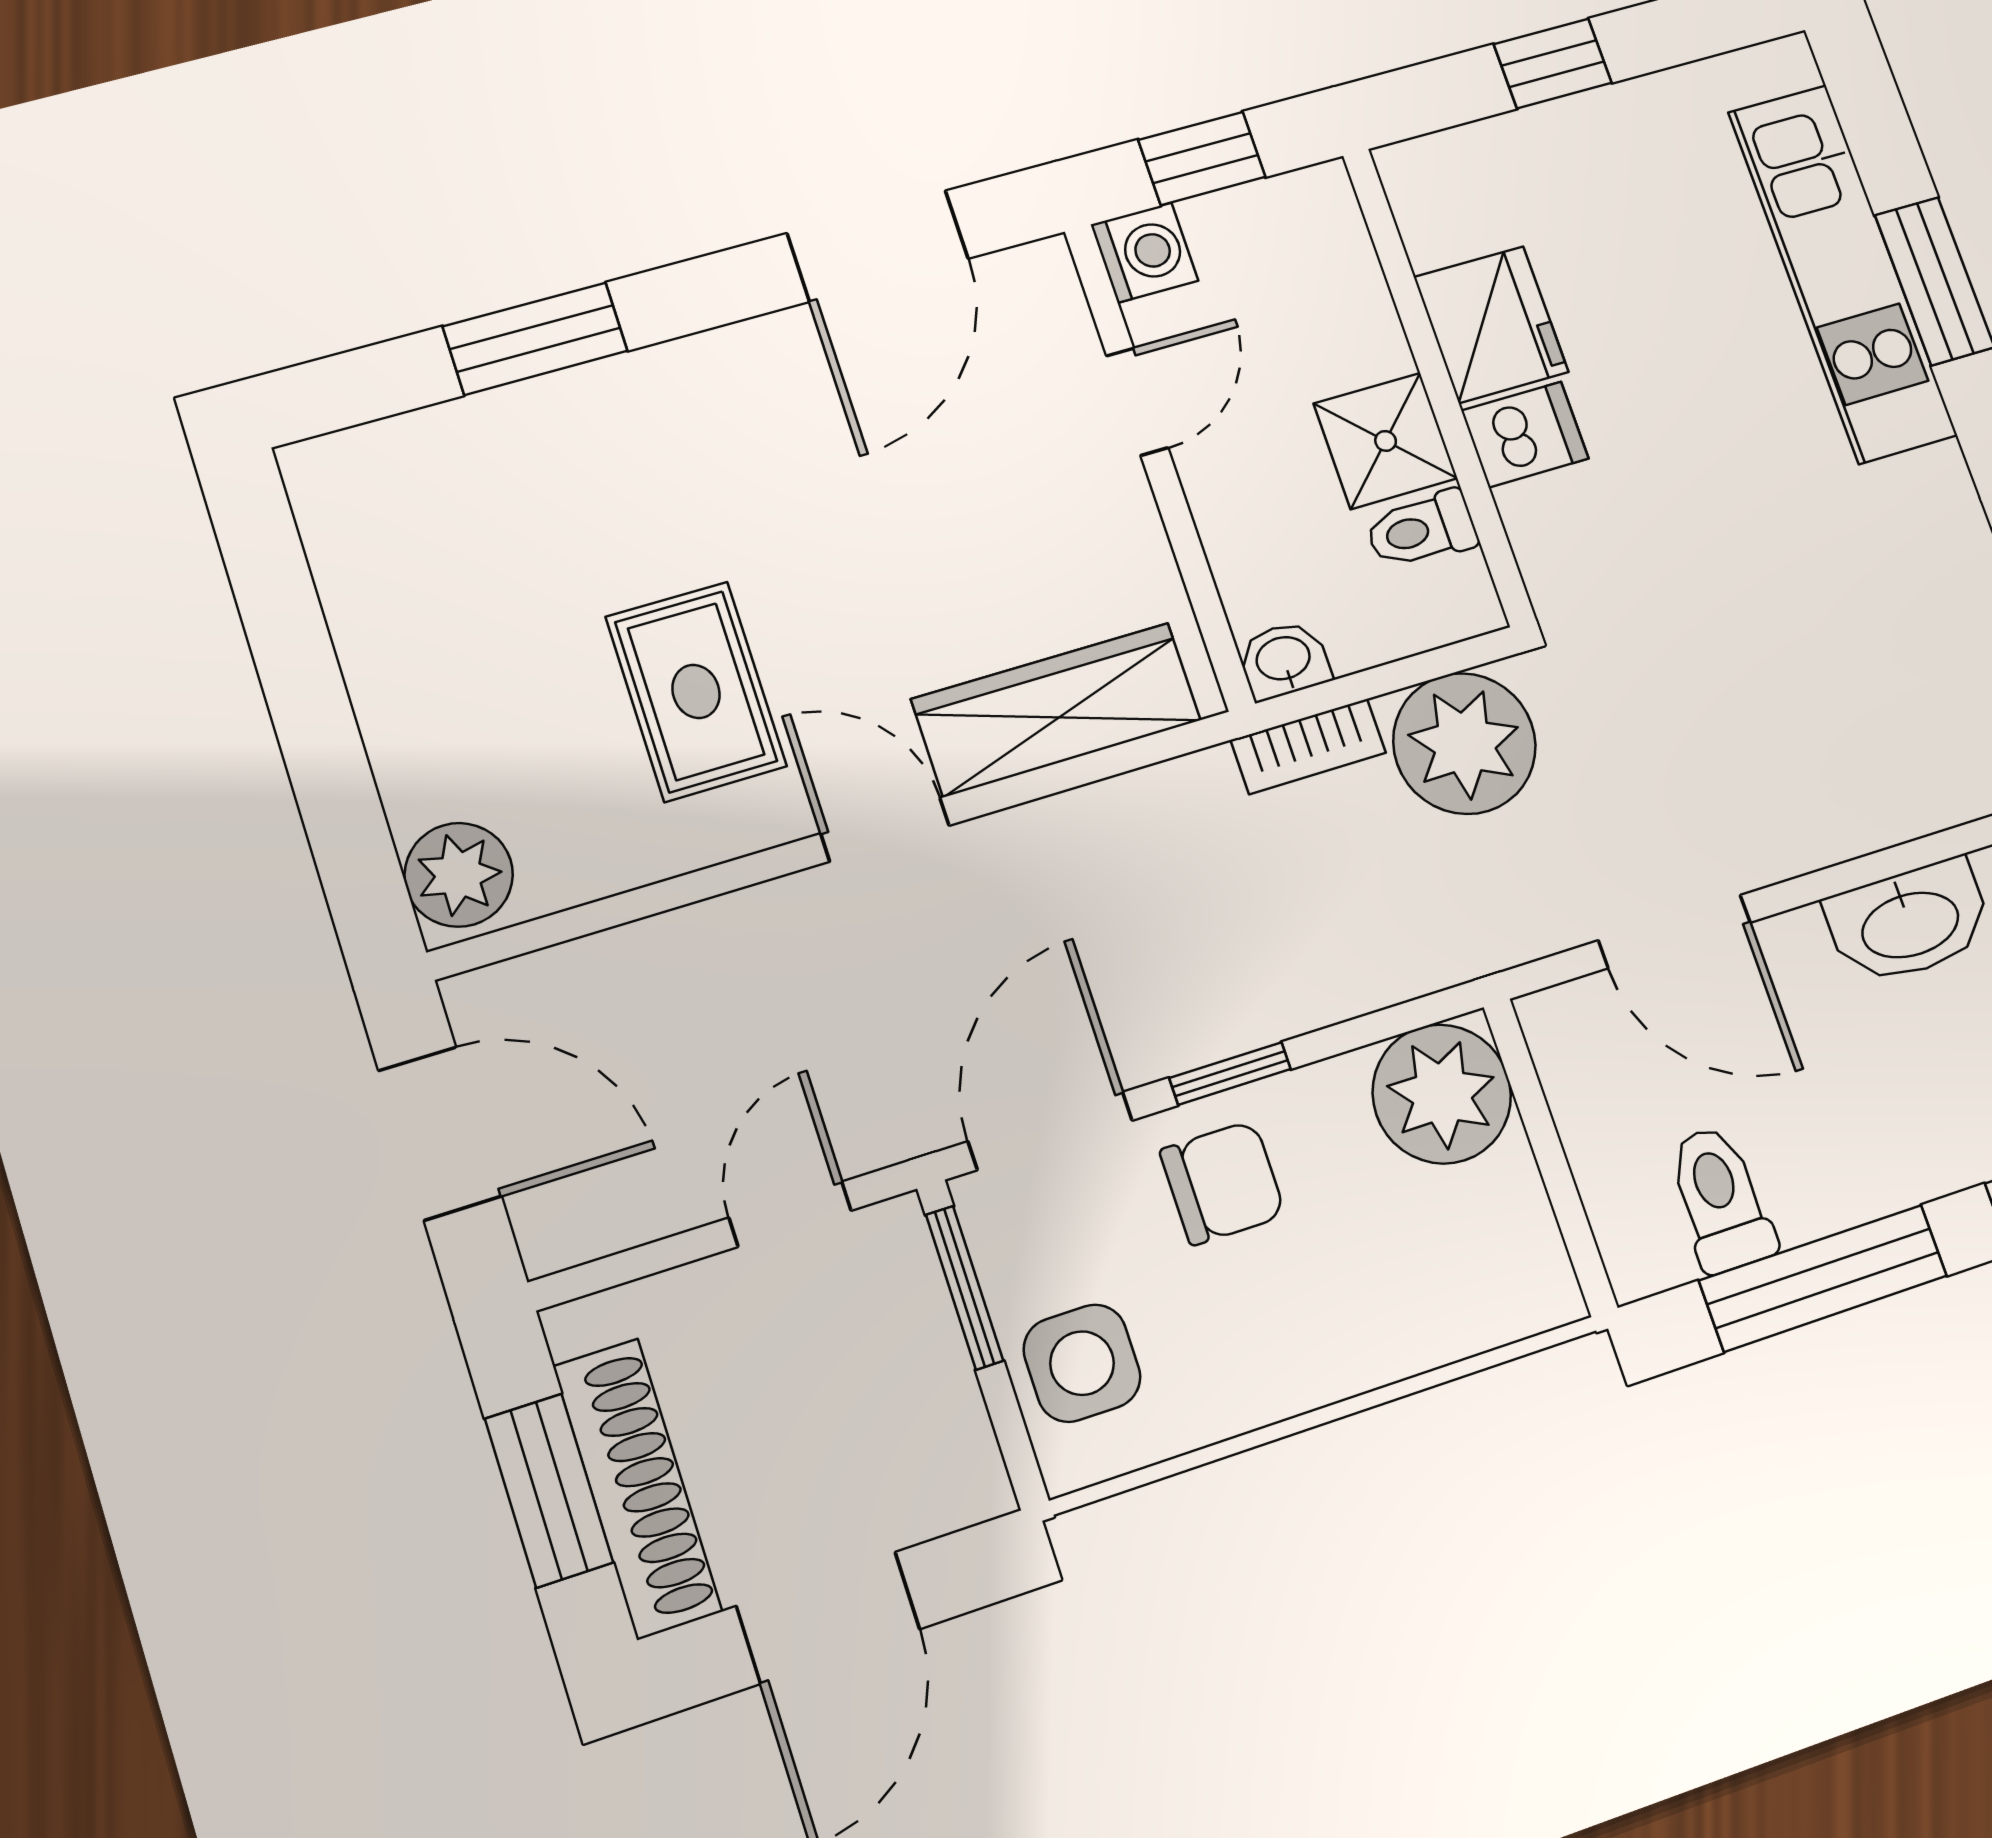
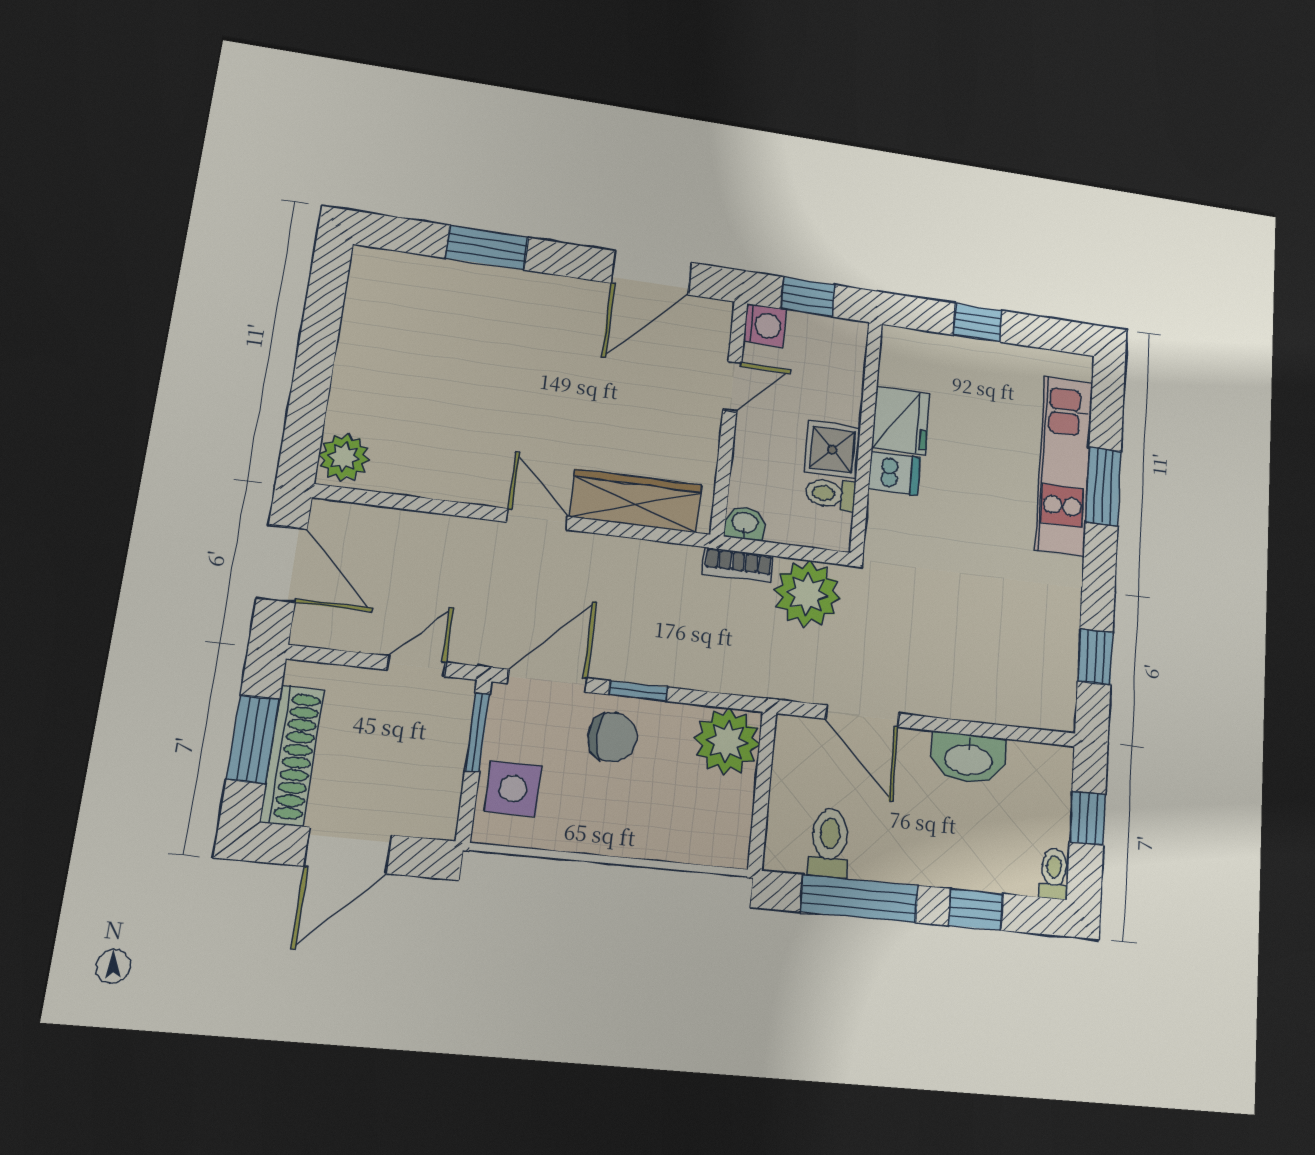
rug: (696, 691) -> (484, 425), removed

